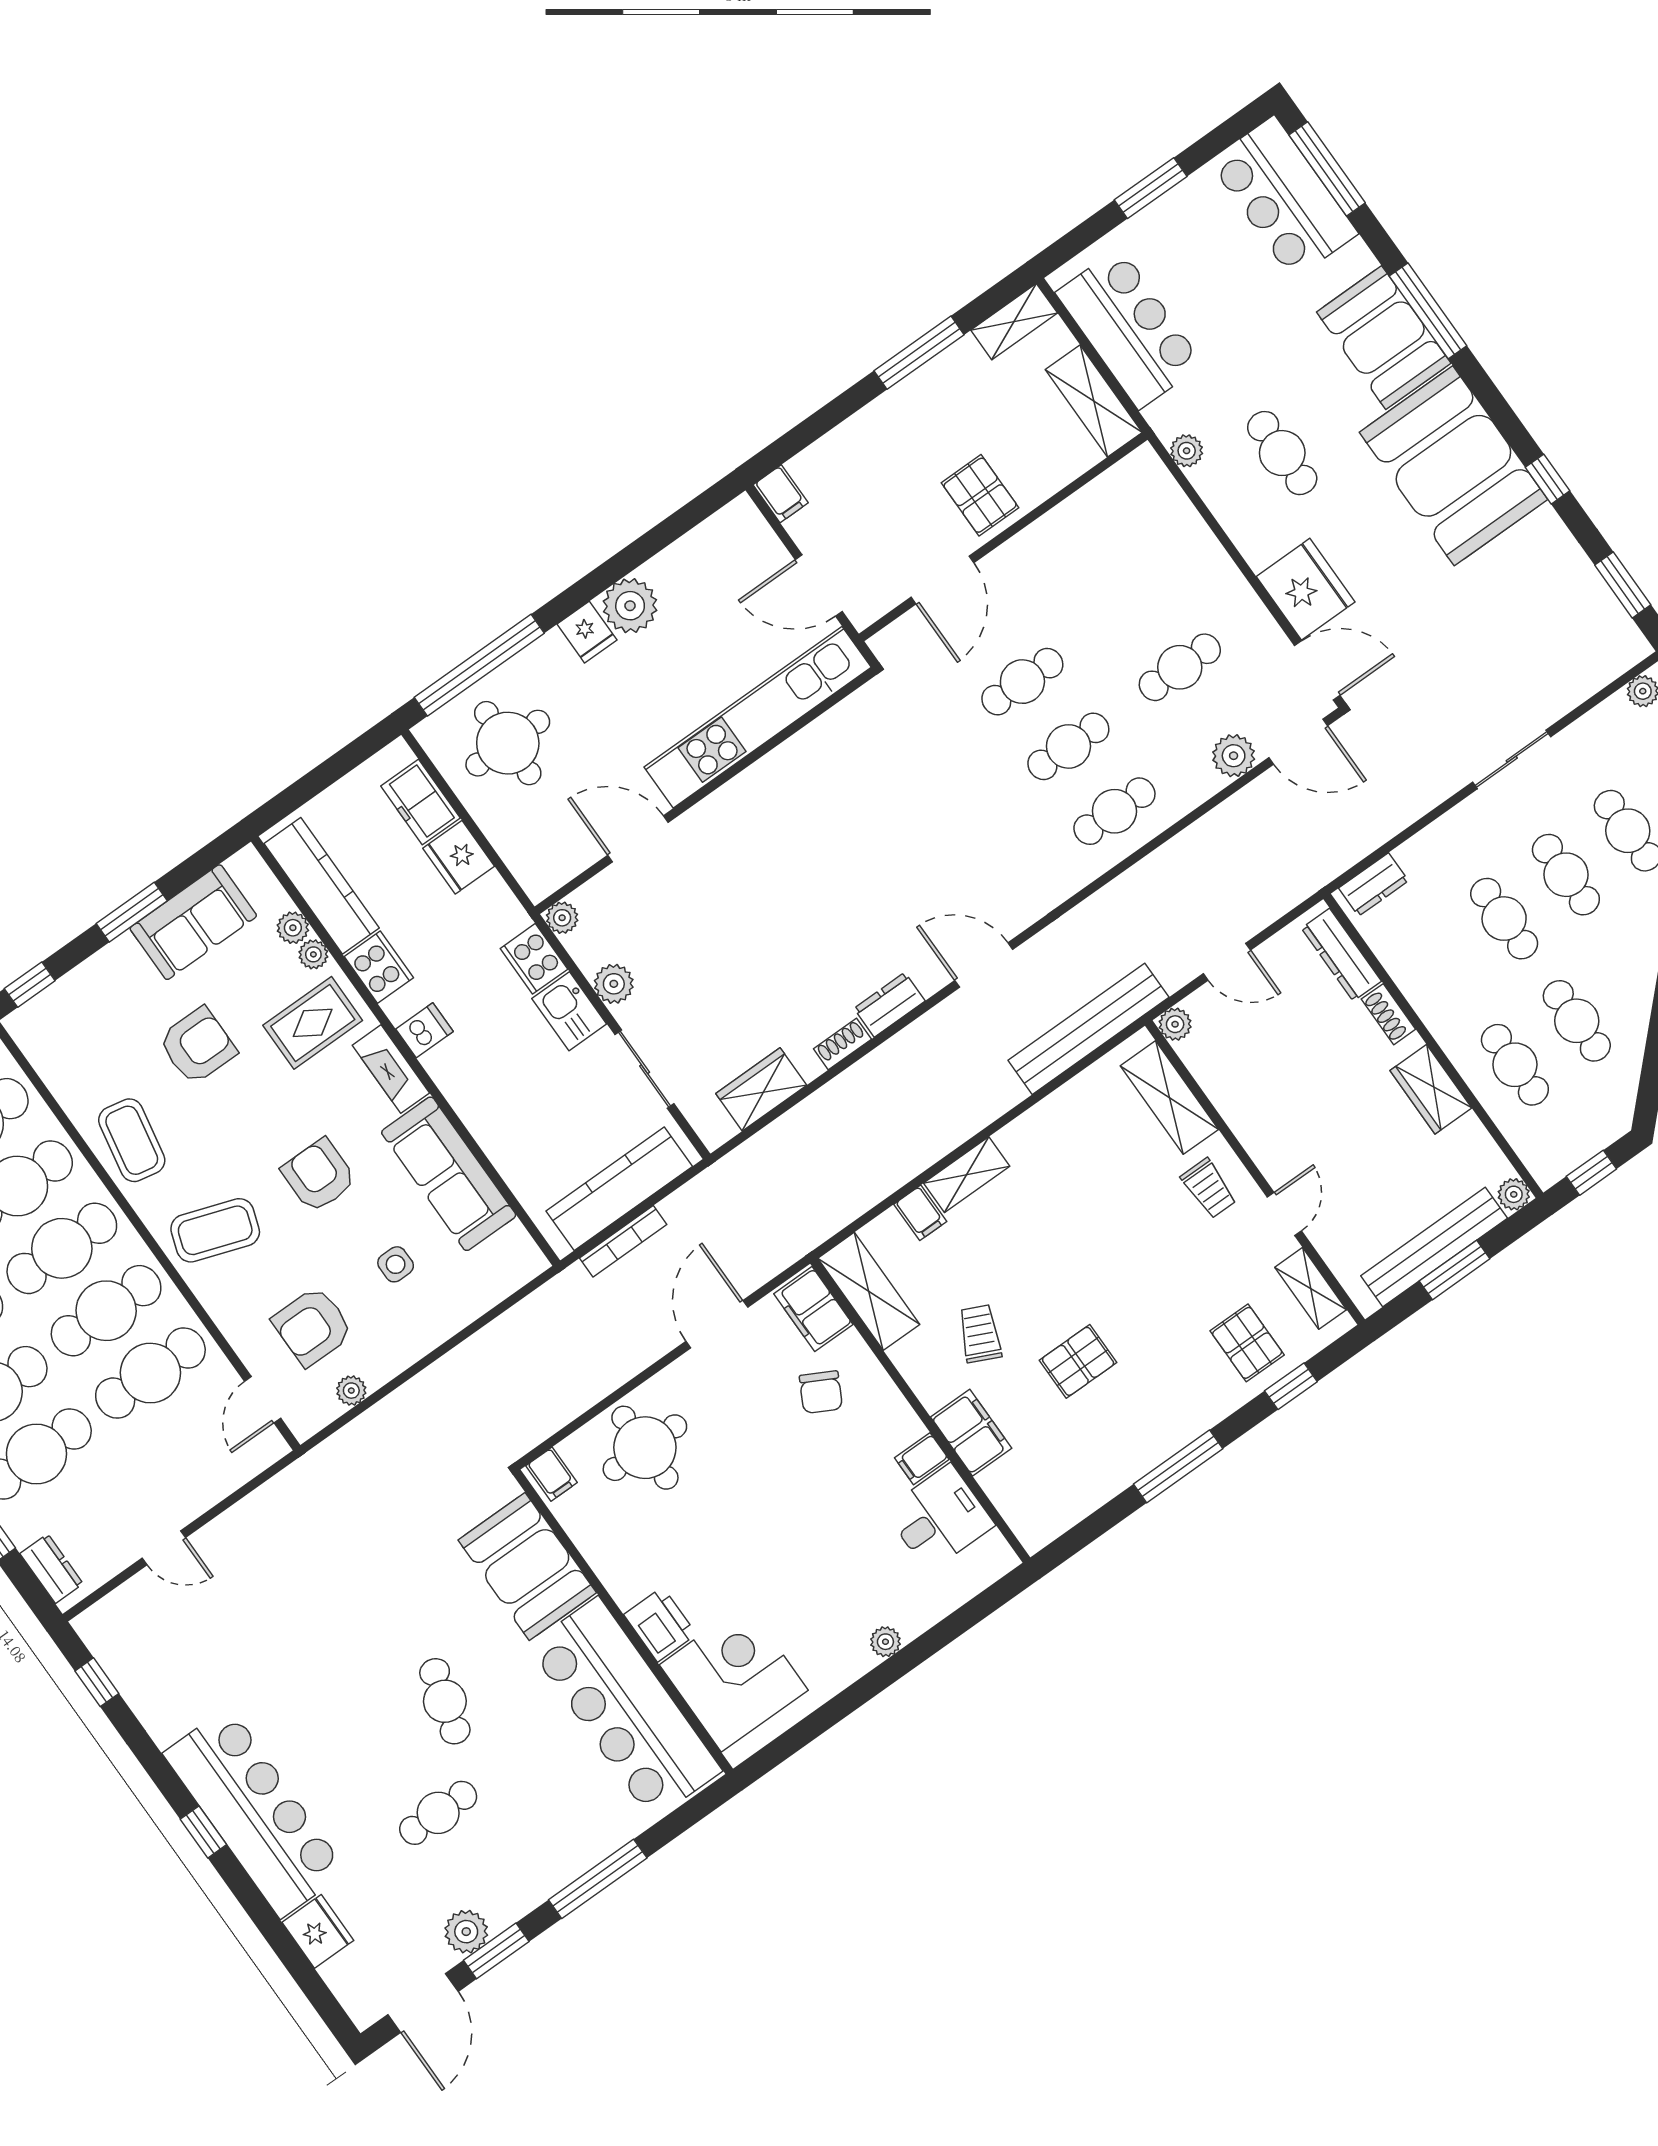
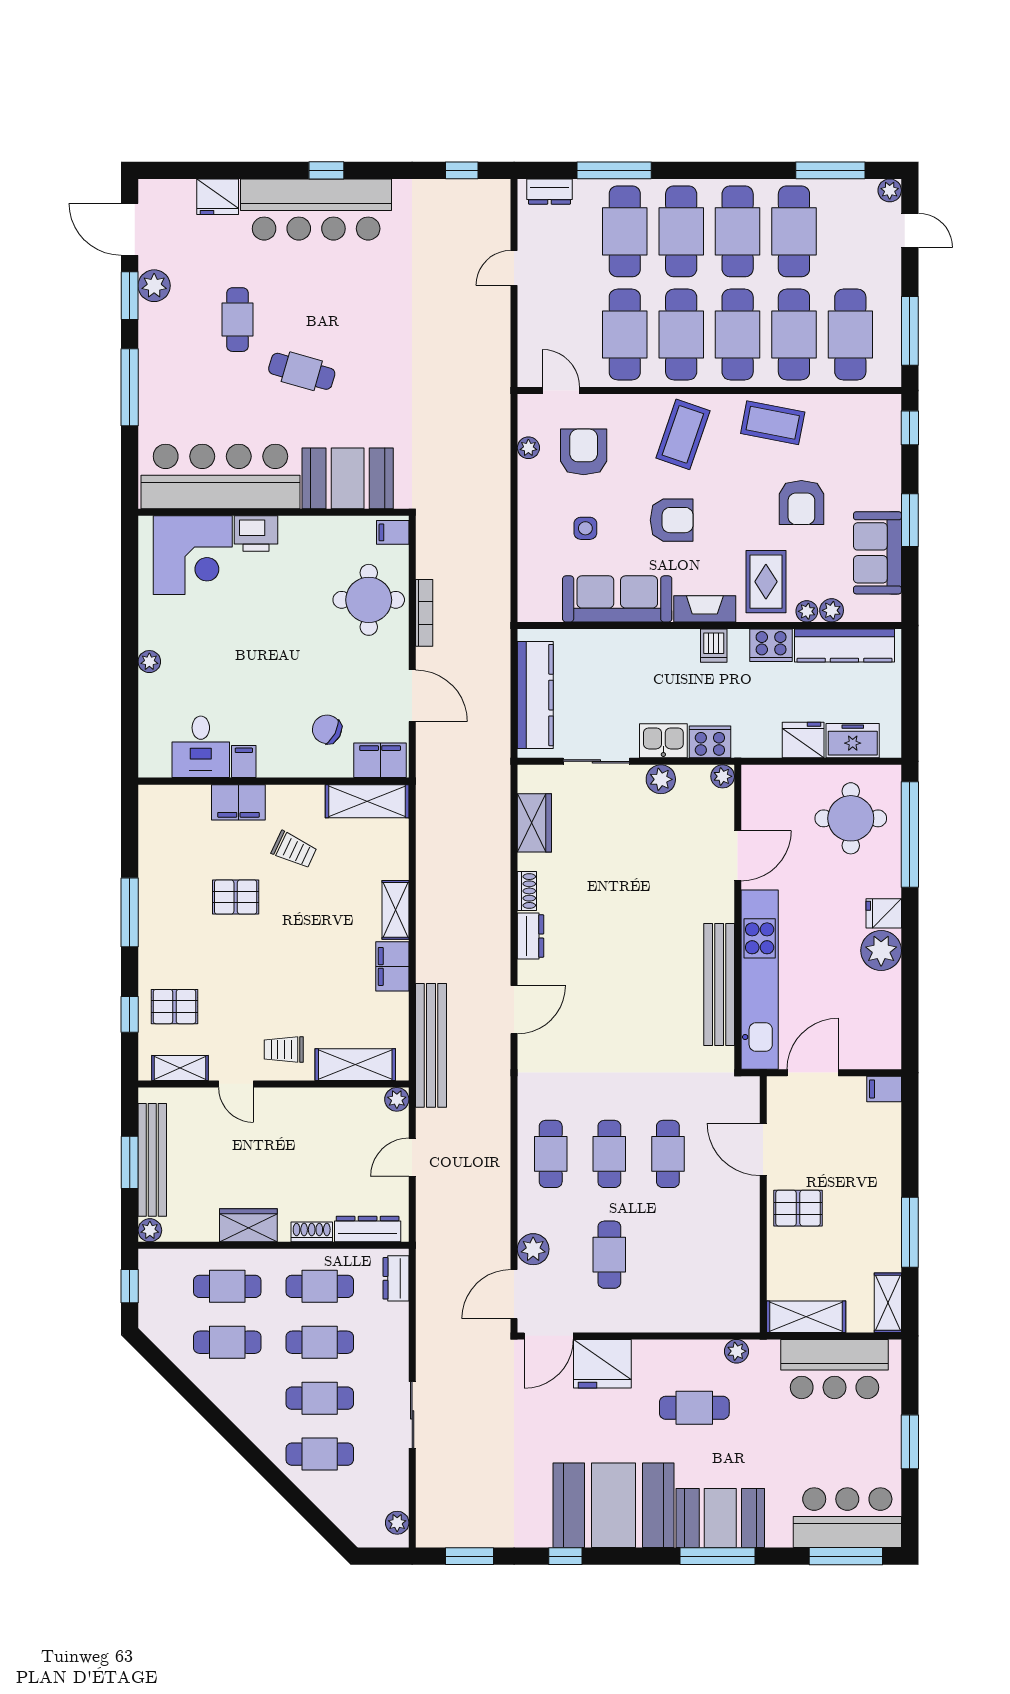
bench: (795, 758) -> (719, 985), added
cafe table: (1442, 963) -> (320, 1286), added
filing cabinet: (920, 1213) -> (392, 966), moved, width x2.00
bookcase: (623, 1241) -> (424, 613), moved, turned 180
pallet: (1078, 1361) -> (236, 897), turned 90

